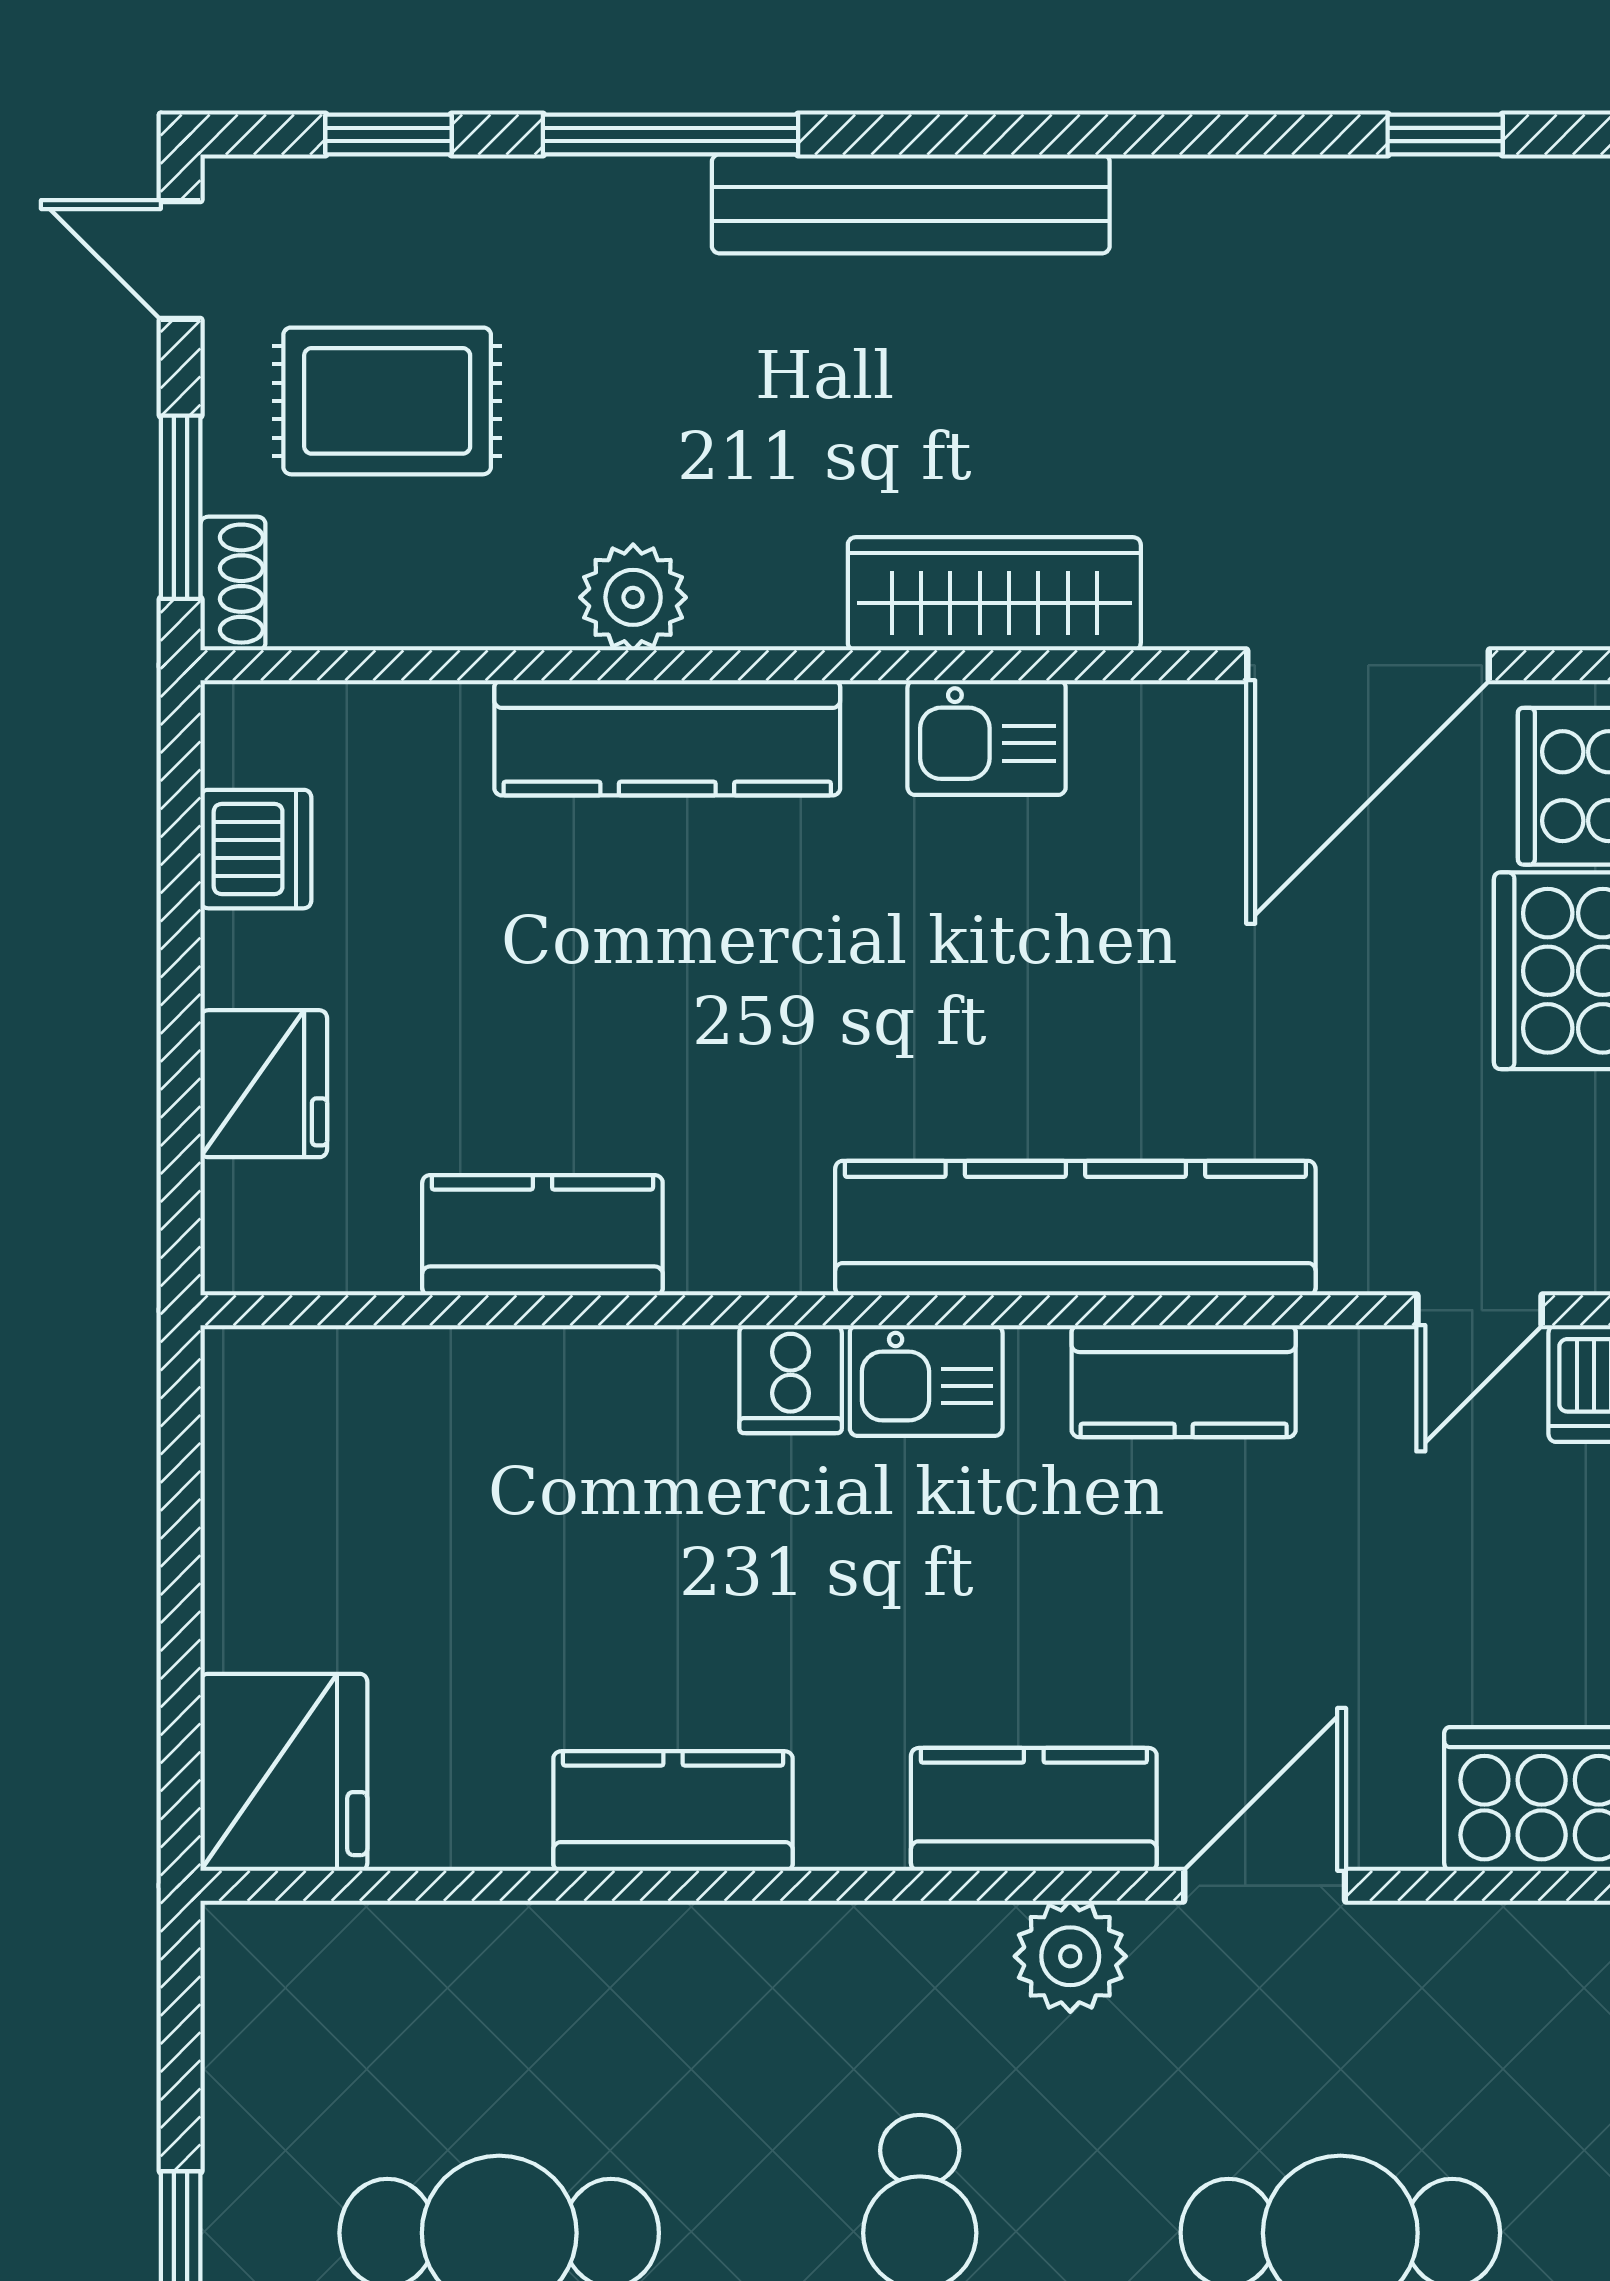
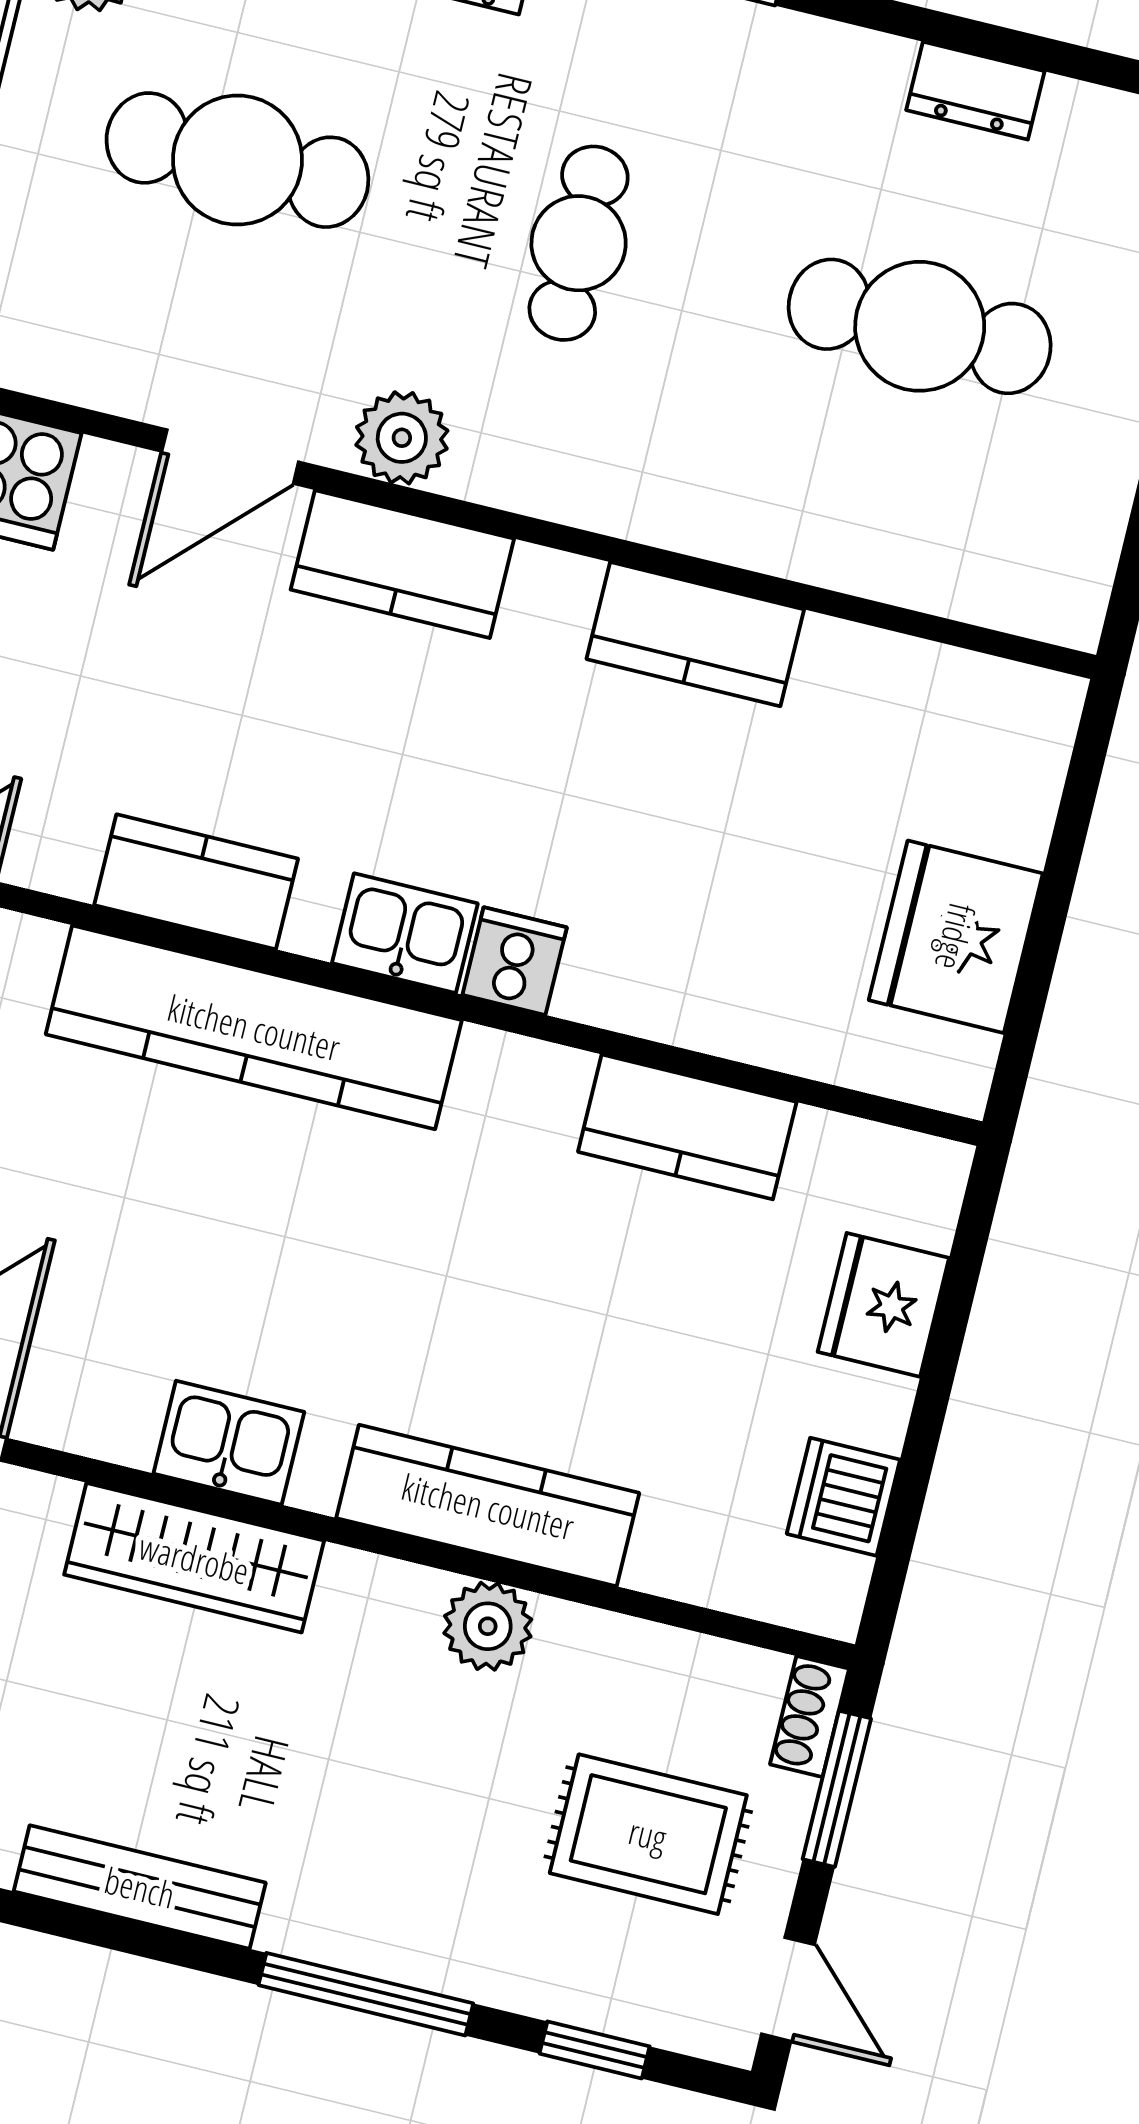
bench: (911, 204) -> (140, 1887), width x0.73, depth x0.82
fridge: (284, 1772) -> (956, 937), moved

